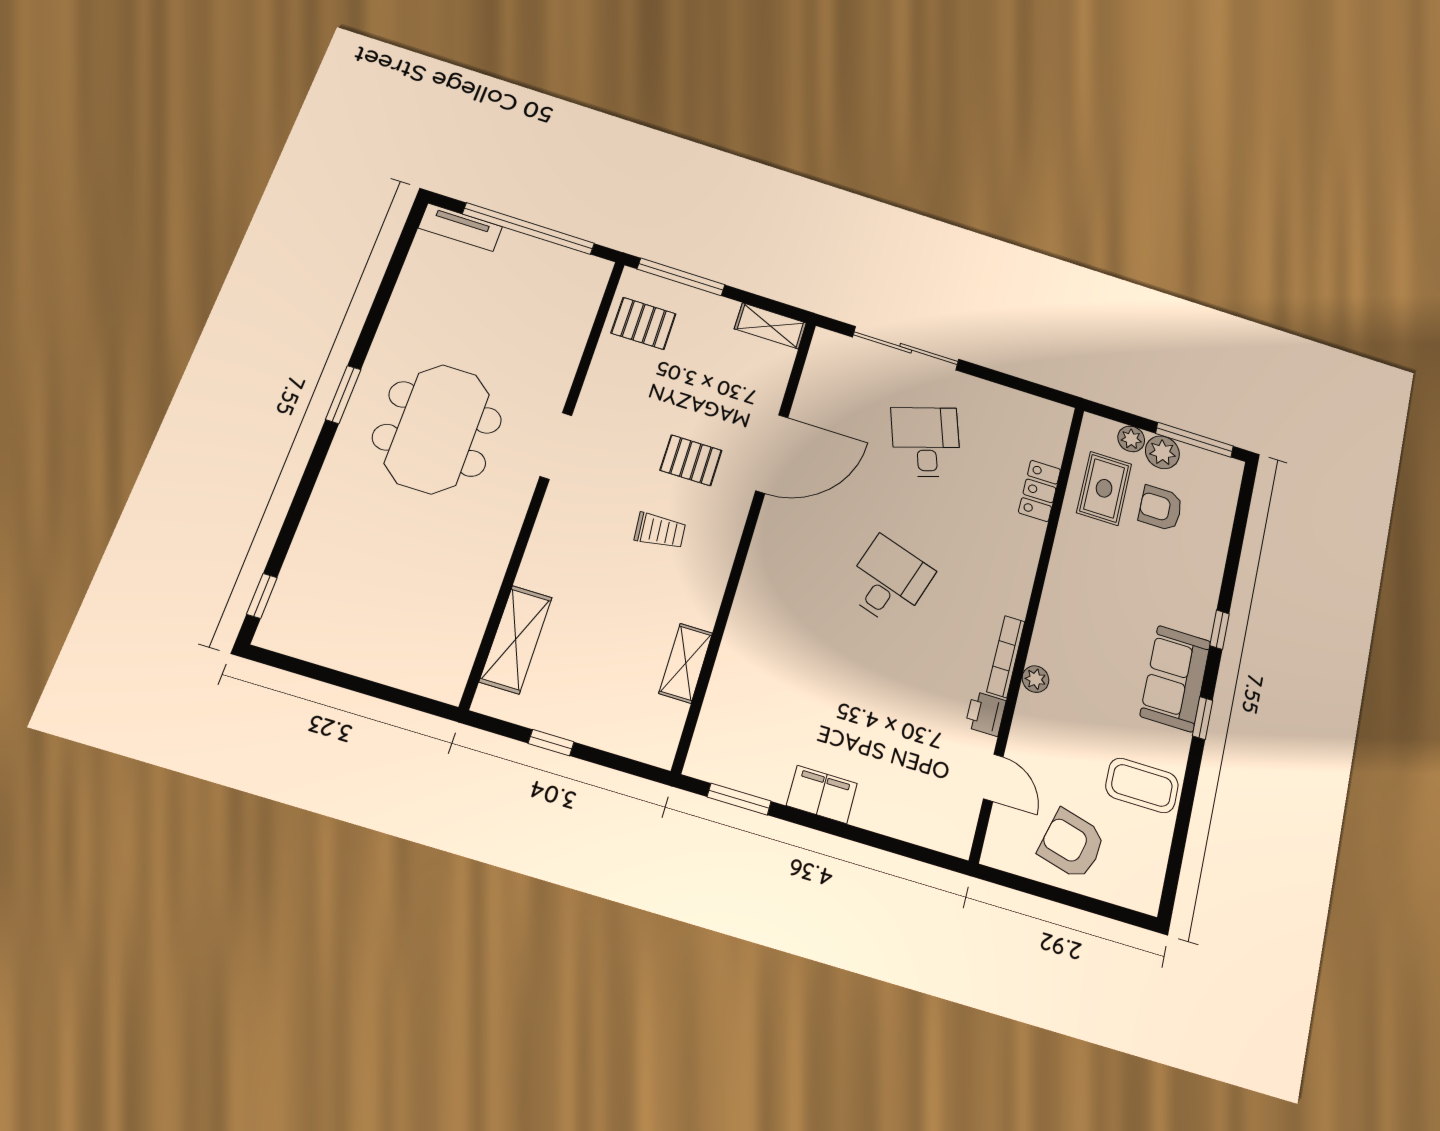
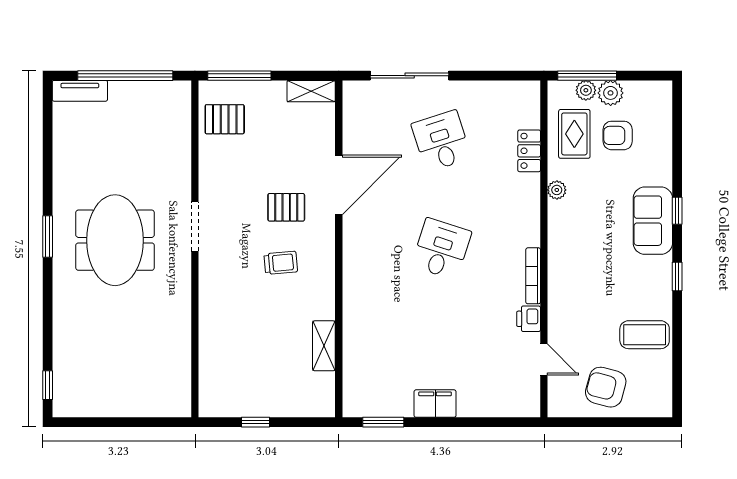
window: (1194, 440) -> (587, 76), moved
shelving: (516, 639) -> (212, 364), removed
plant: (1035, 679) -> (557, 190), moved
sofa: (1175, 679) -> (653, 221), moved

